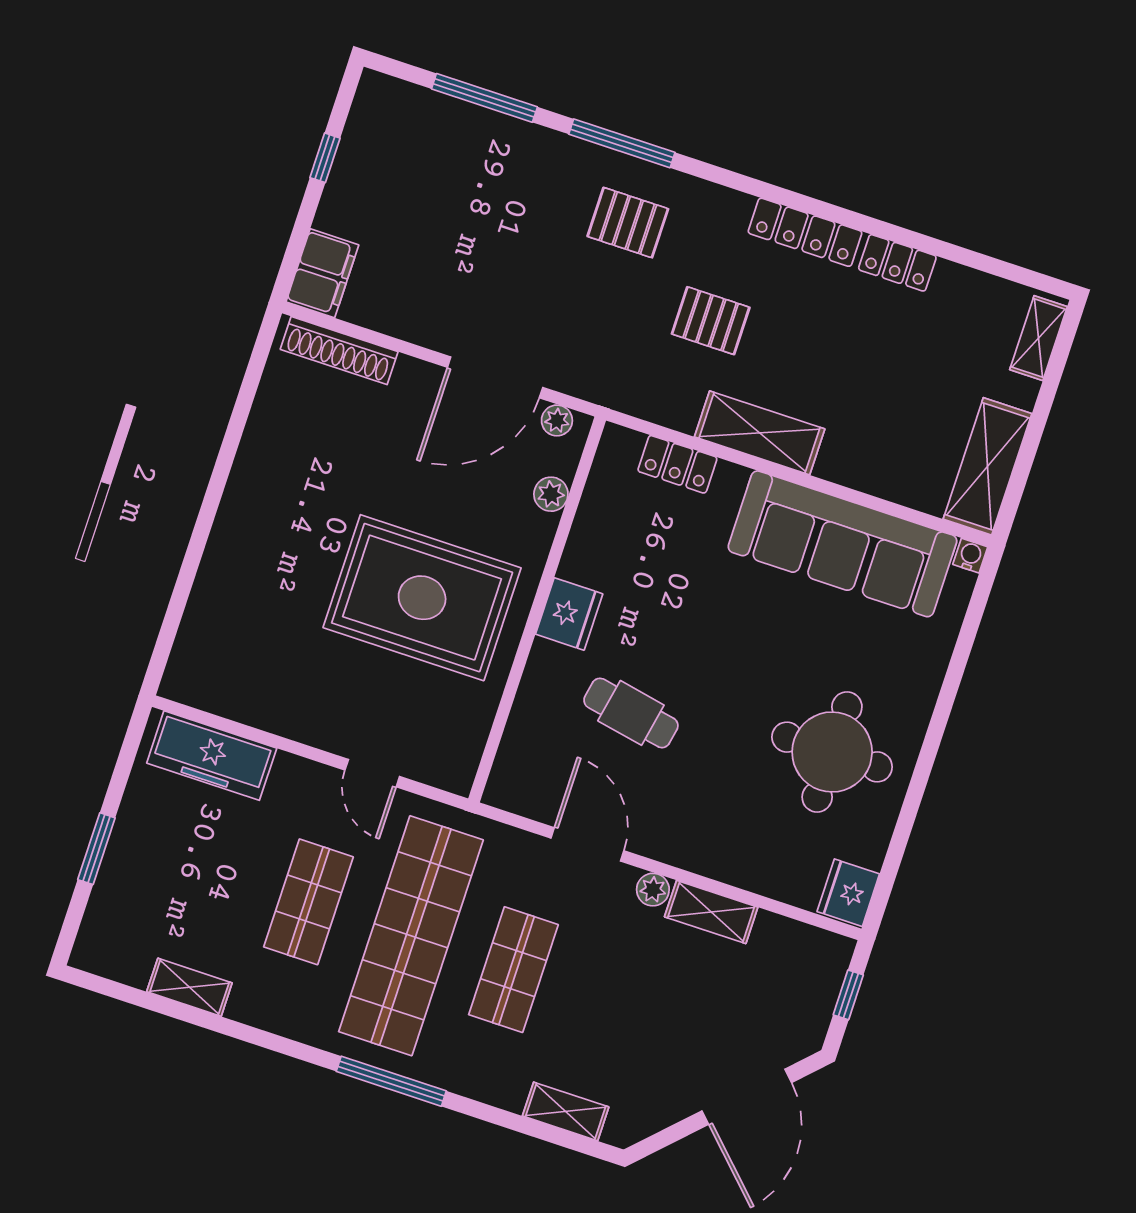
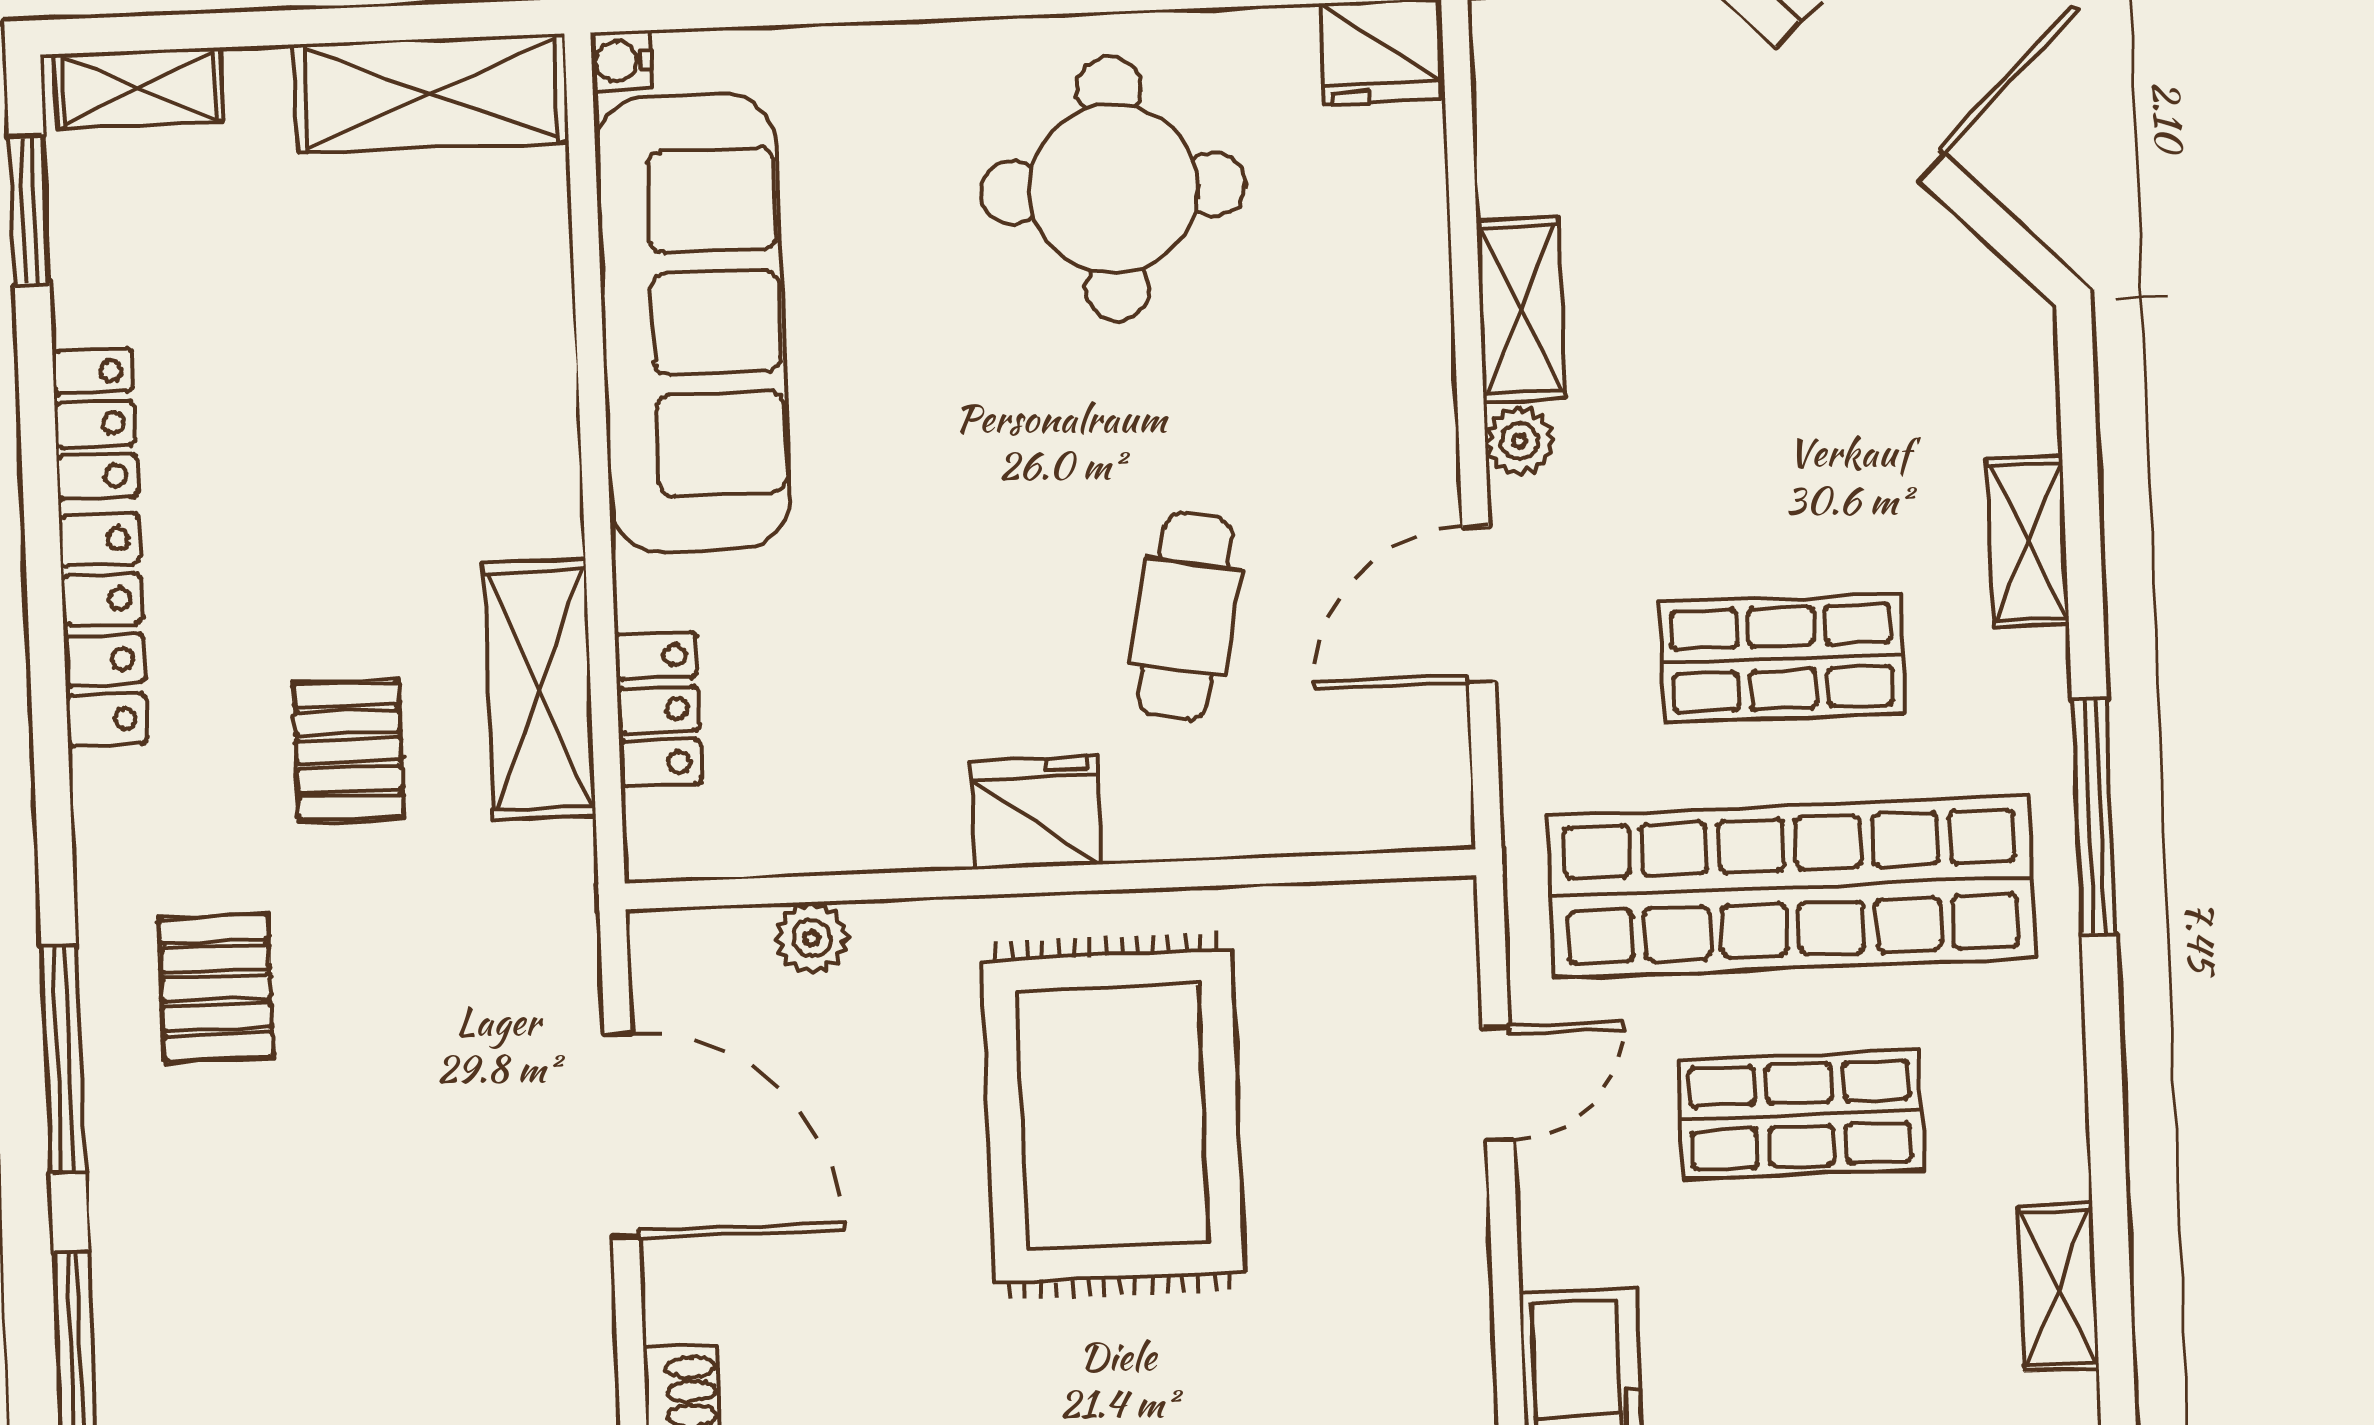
window: (1002, 269) -> (29, 210), added
plant: (557, 420) -> (661, 981), removed
shelving: (760, 433) -> (539, 690), moved
shelving: (566, 1111) -> (2028, 542), moved

